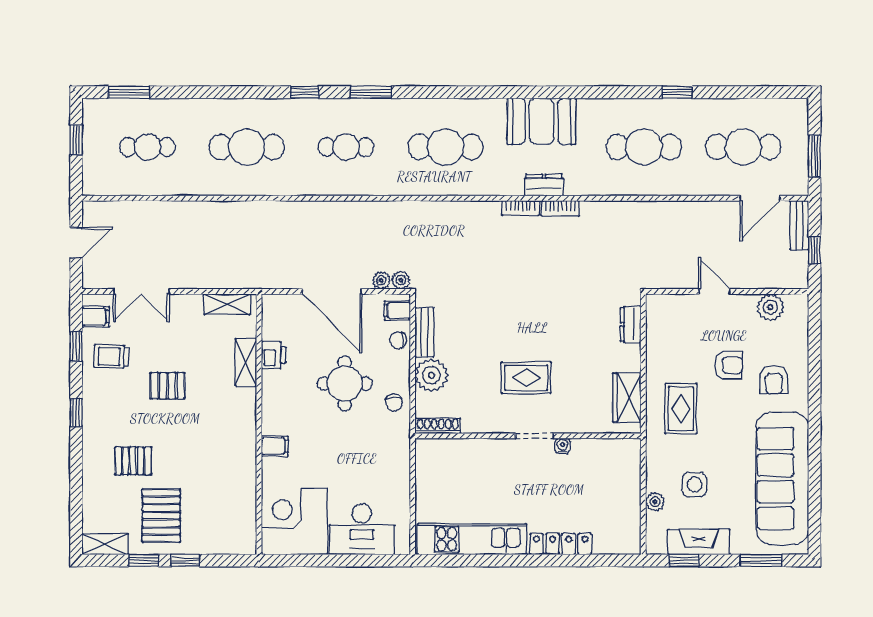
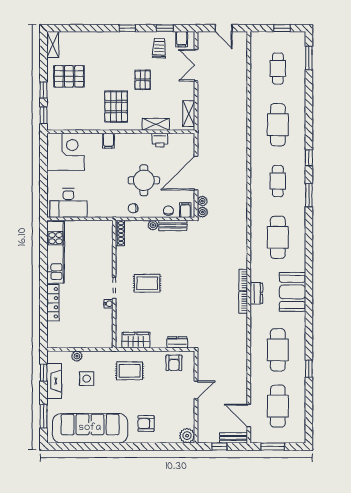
plant: (771, 307) -> (187, 436), moved
armchair: (728, 365) -> (174, 363), moved
plant: (432, 375) -> (153, 225), width x0.53, depth x0.53
rug: (526, 378) -> (147, 283), turned 90
pallet: (133, 461) -> (116, 107), moved, width x1.50, depth x1.42
desk: (362, 529) -> (68, 203), moved, turned -90
window: (144, 560) -> (44, 115), moved

